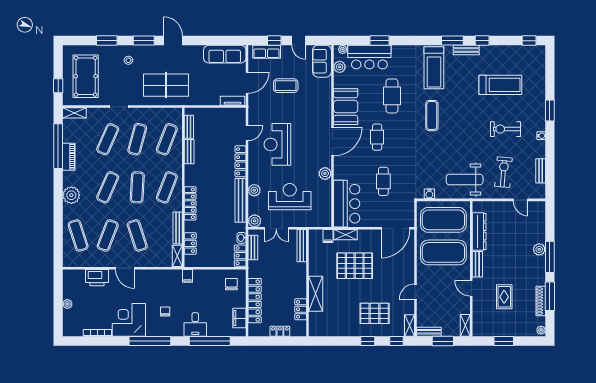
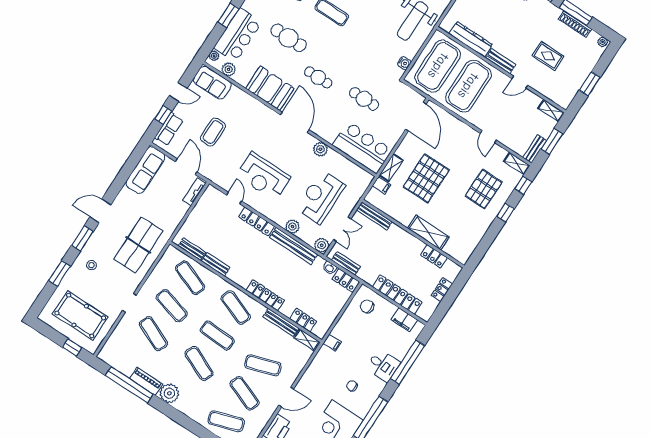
shelving: (74, 113) -> (108, 349), removed
plant: (71, 195) -> (169, 393), moved

